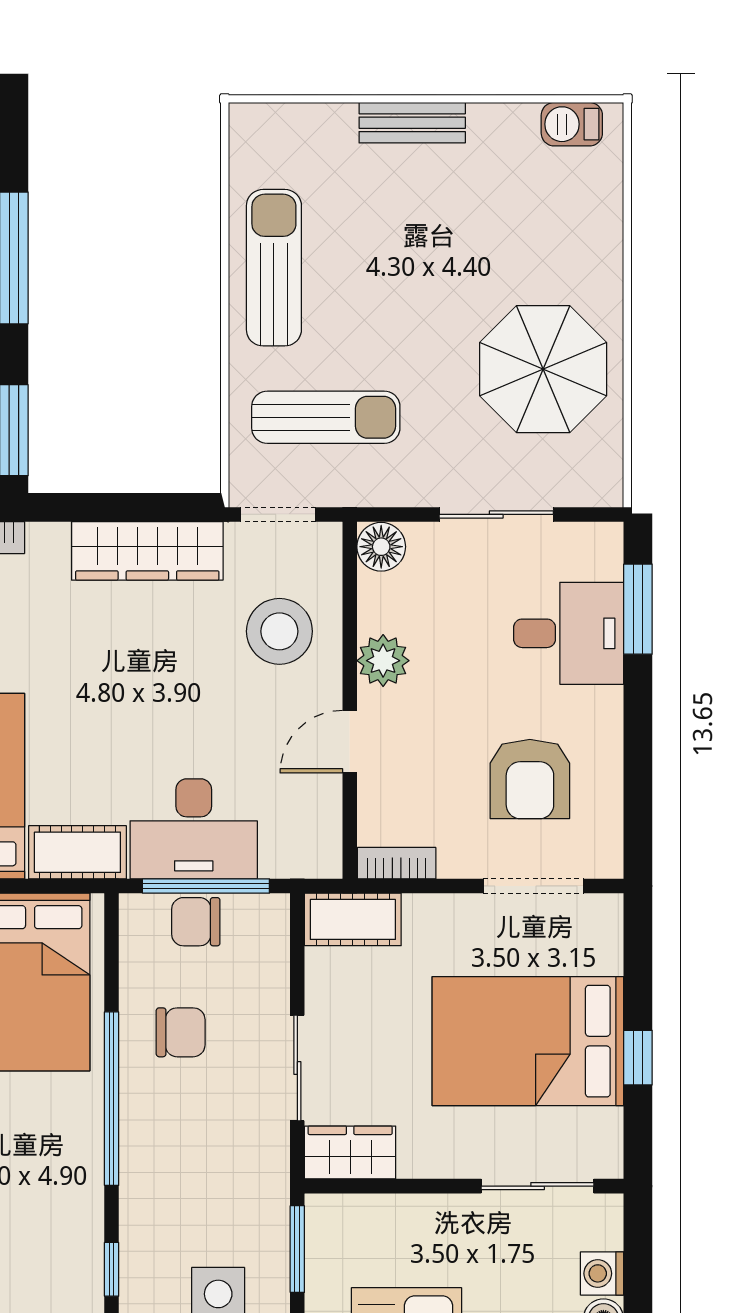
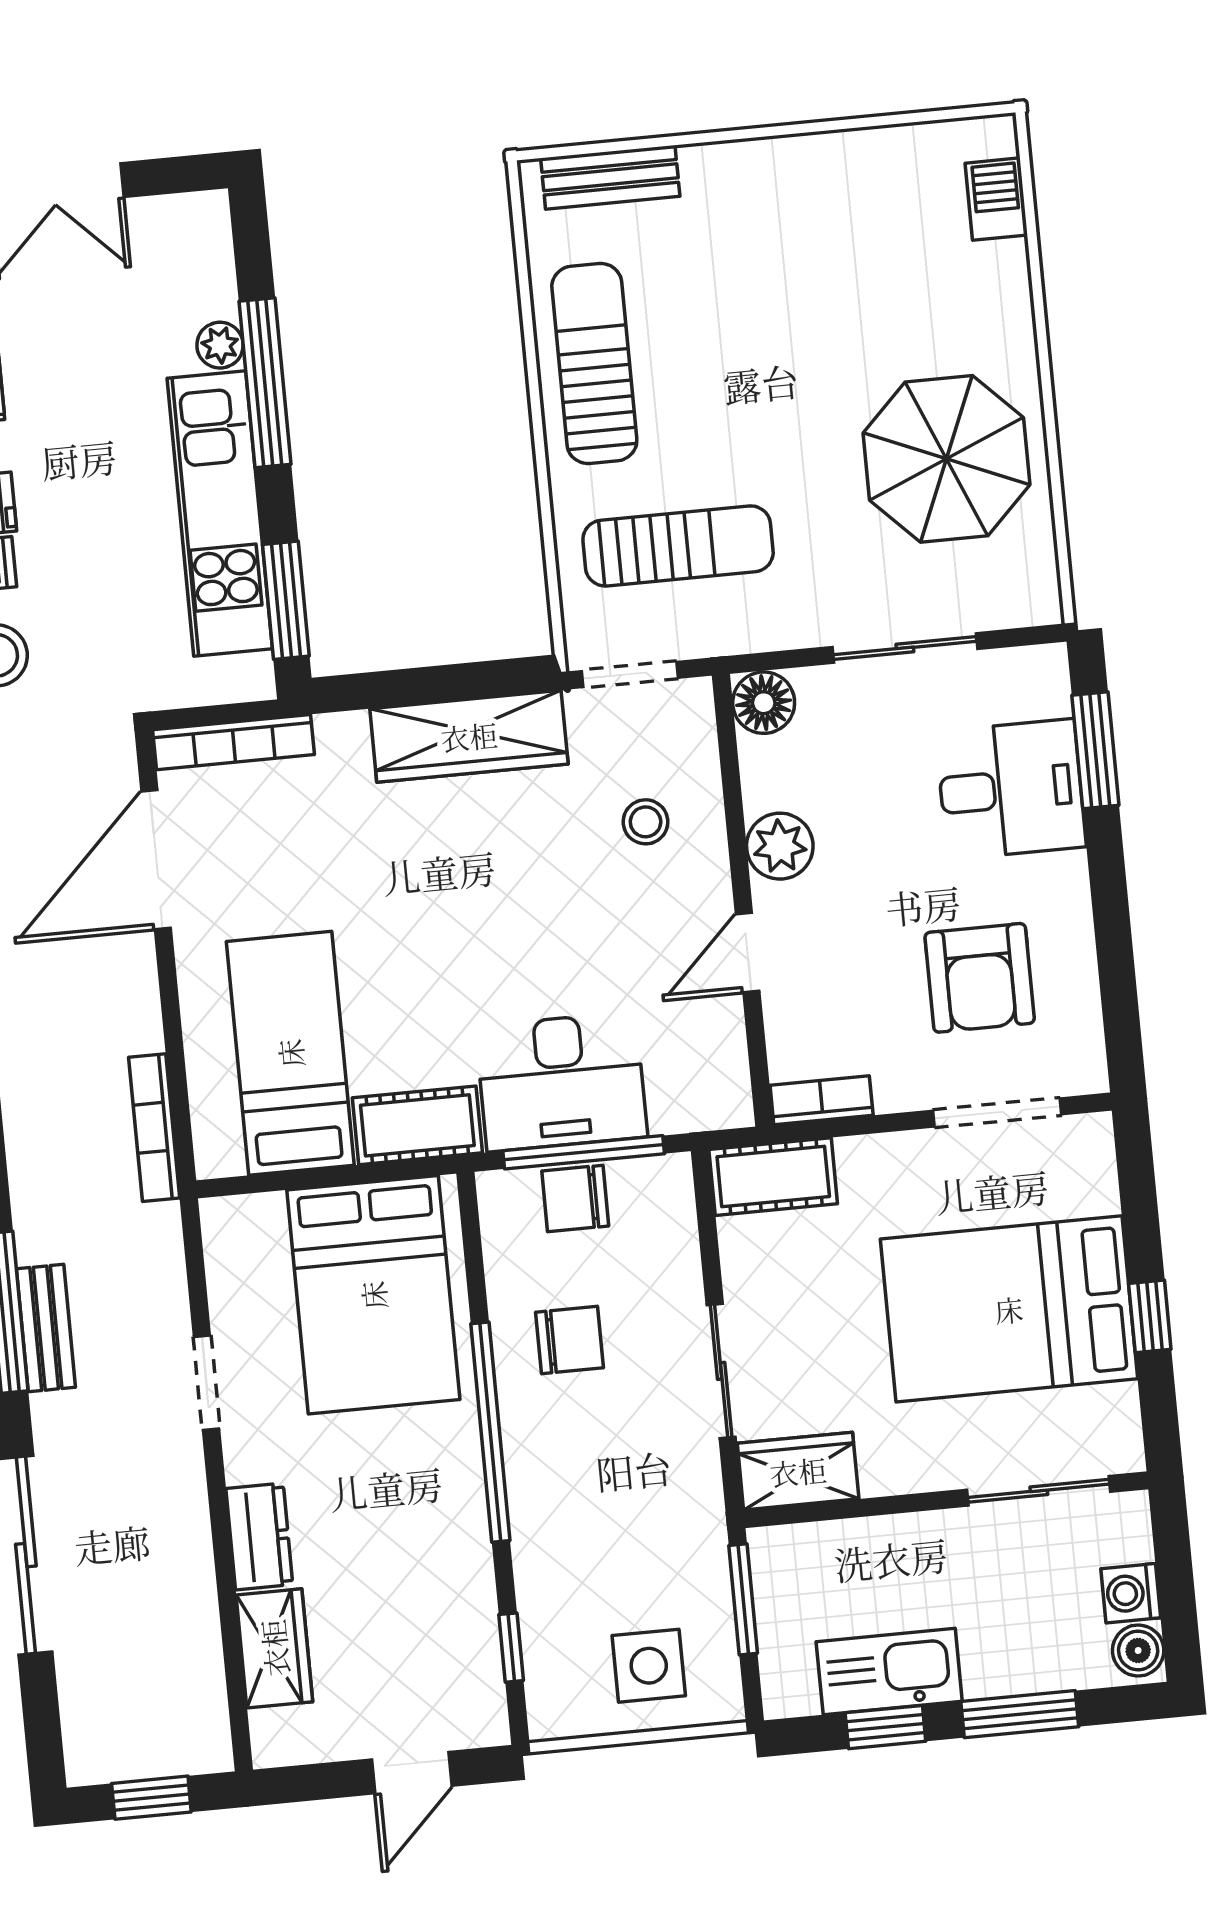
bench: (412, 123) -> (610, 177), moved
barbecue: (572, 124) -> (996, 199), moved, turned 90
stool: (279, 631) -> (646, 822), width x0.53, depth x0.53

